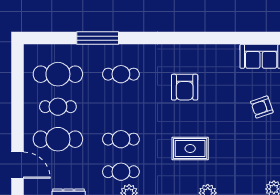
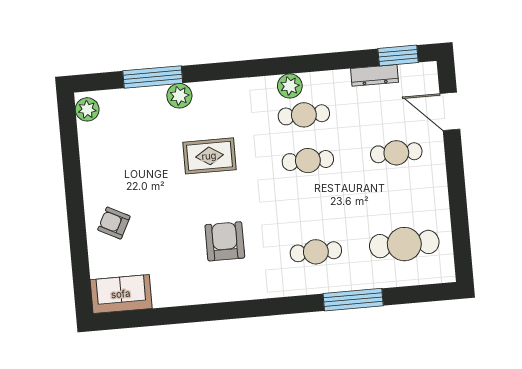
cafe table: (58, 107) -> (400, 198), removed
armchair: (262, 107) -> (114, 223), turned -134
cafe table: (58, 139) -> (396, 153), width x0.73, depth x0.74

